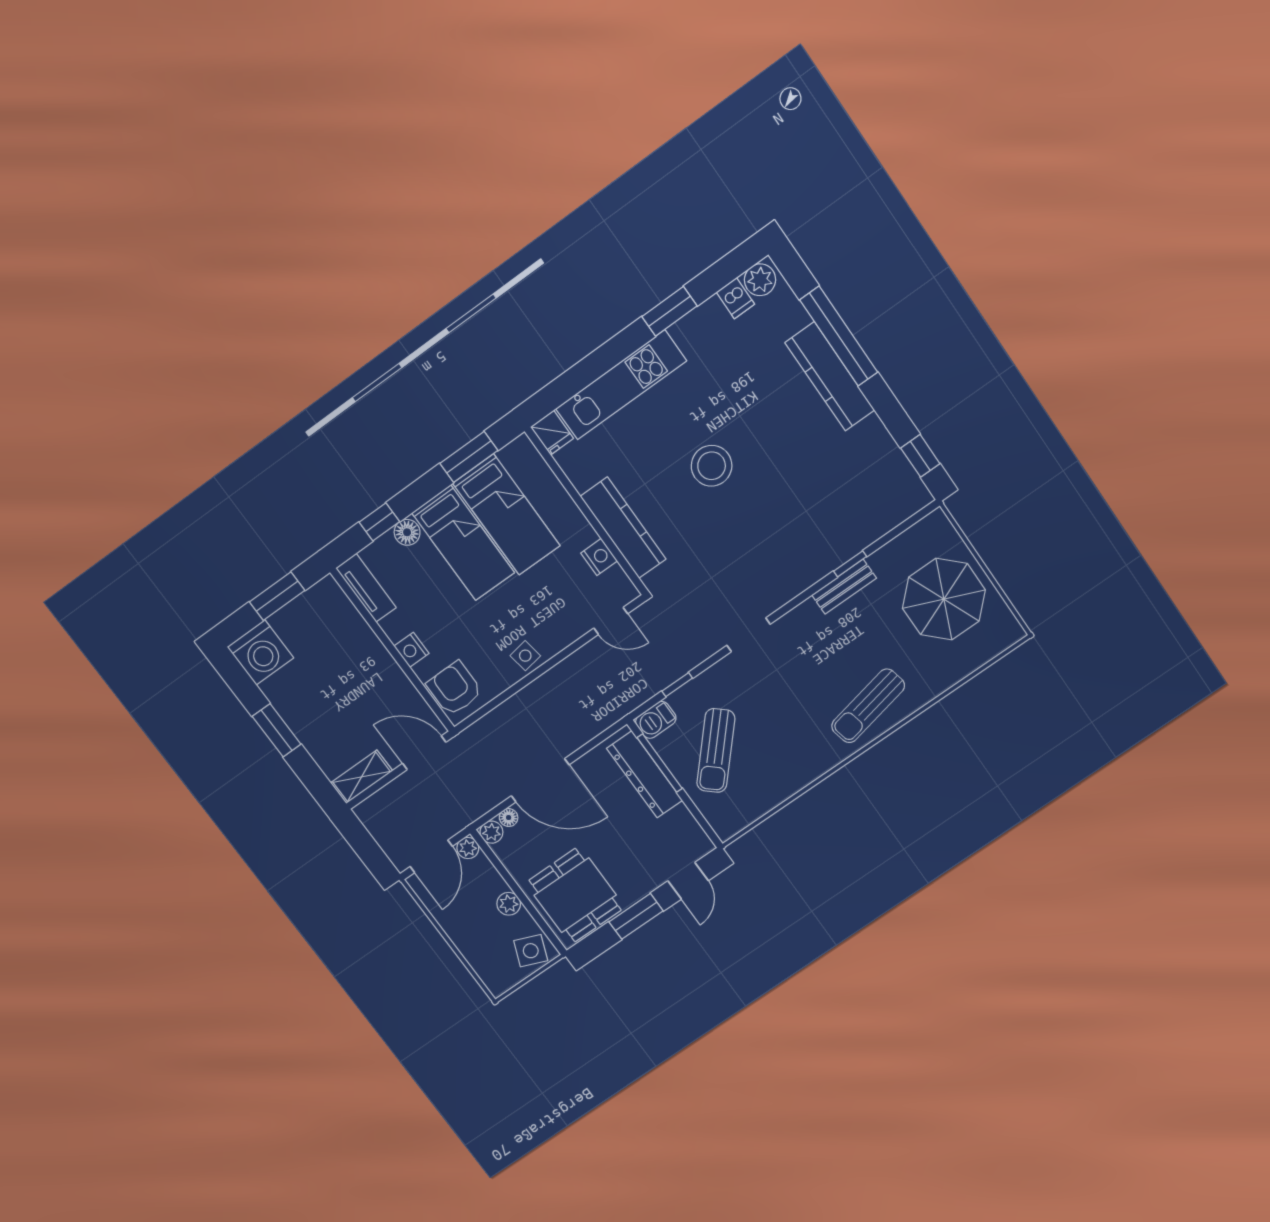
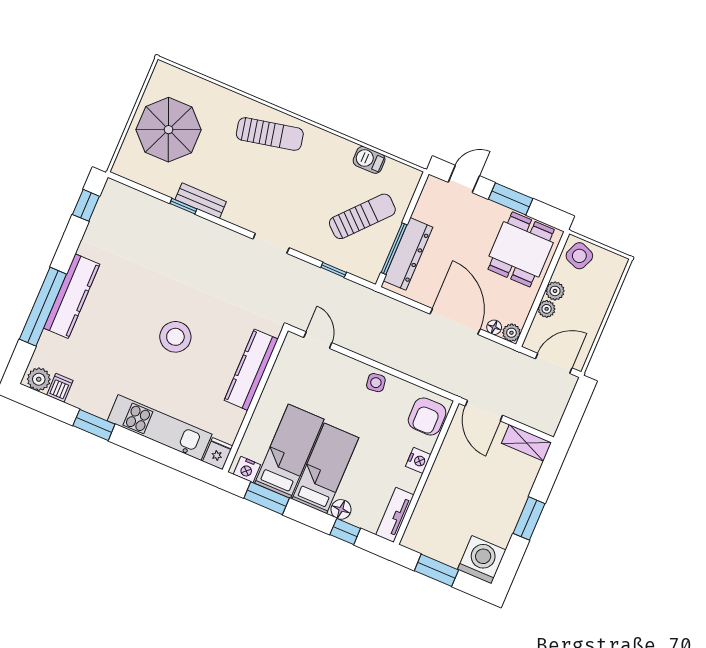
nightstand: (599, 557) -> (247, 469), moved, turned -90
barbecue: (656, 720) -> (369, 160), moved, turned 180
plant: (468, 848) -> (547, 309), moved

